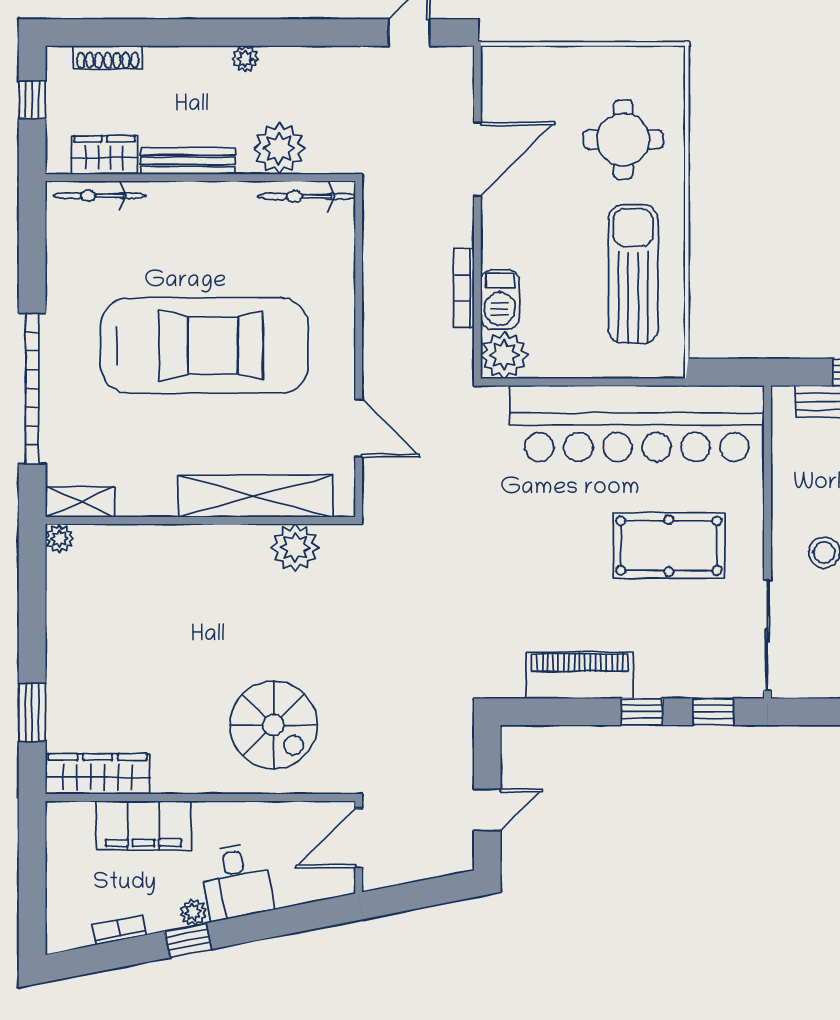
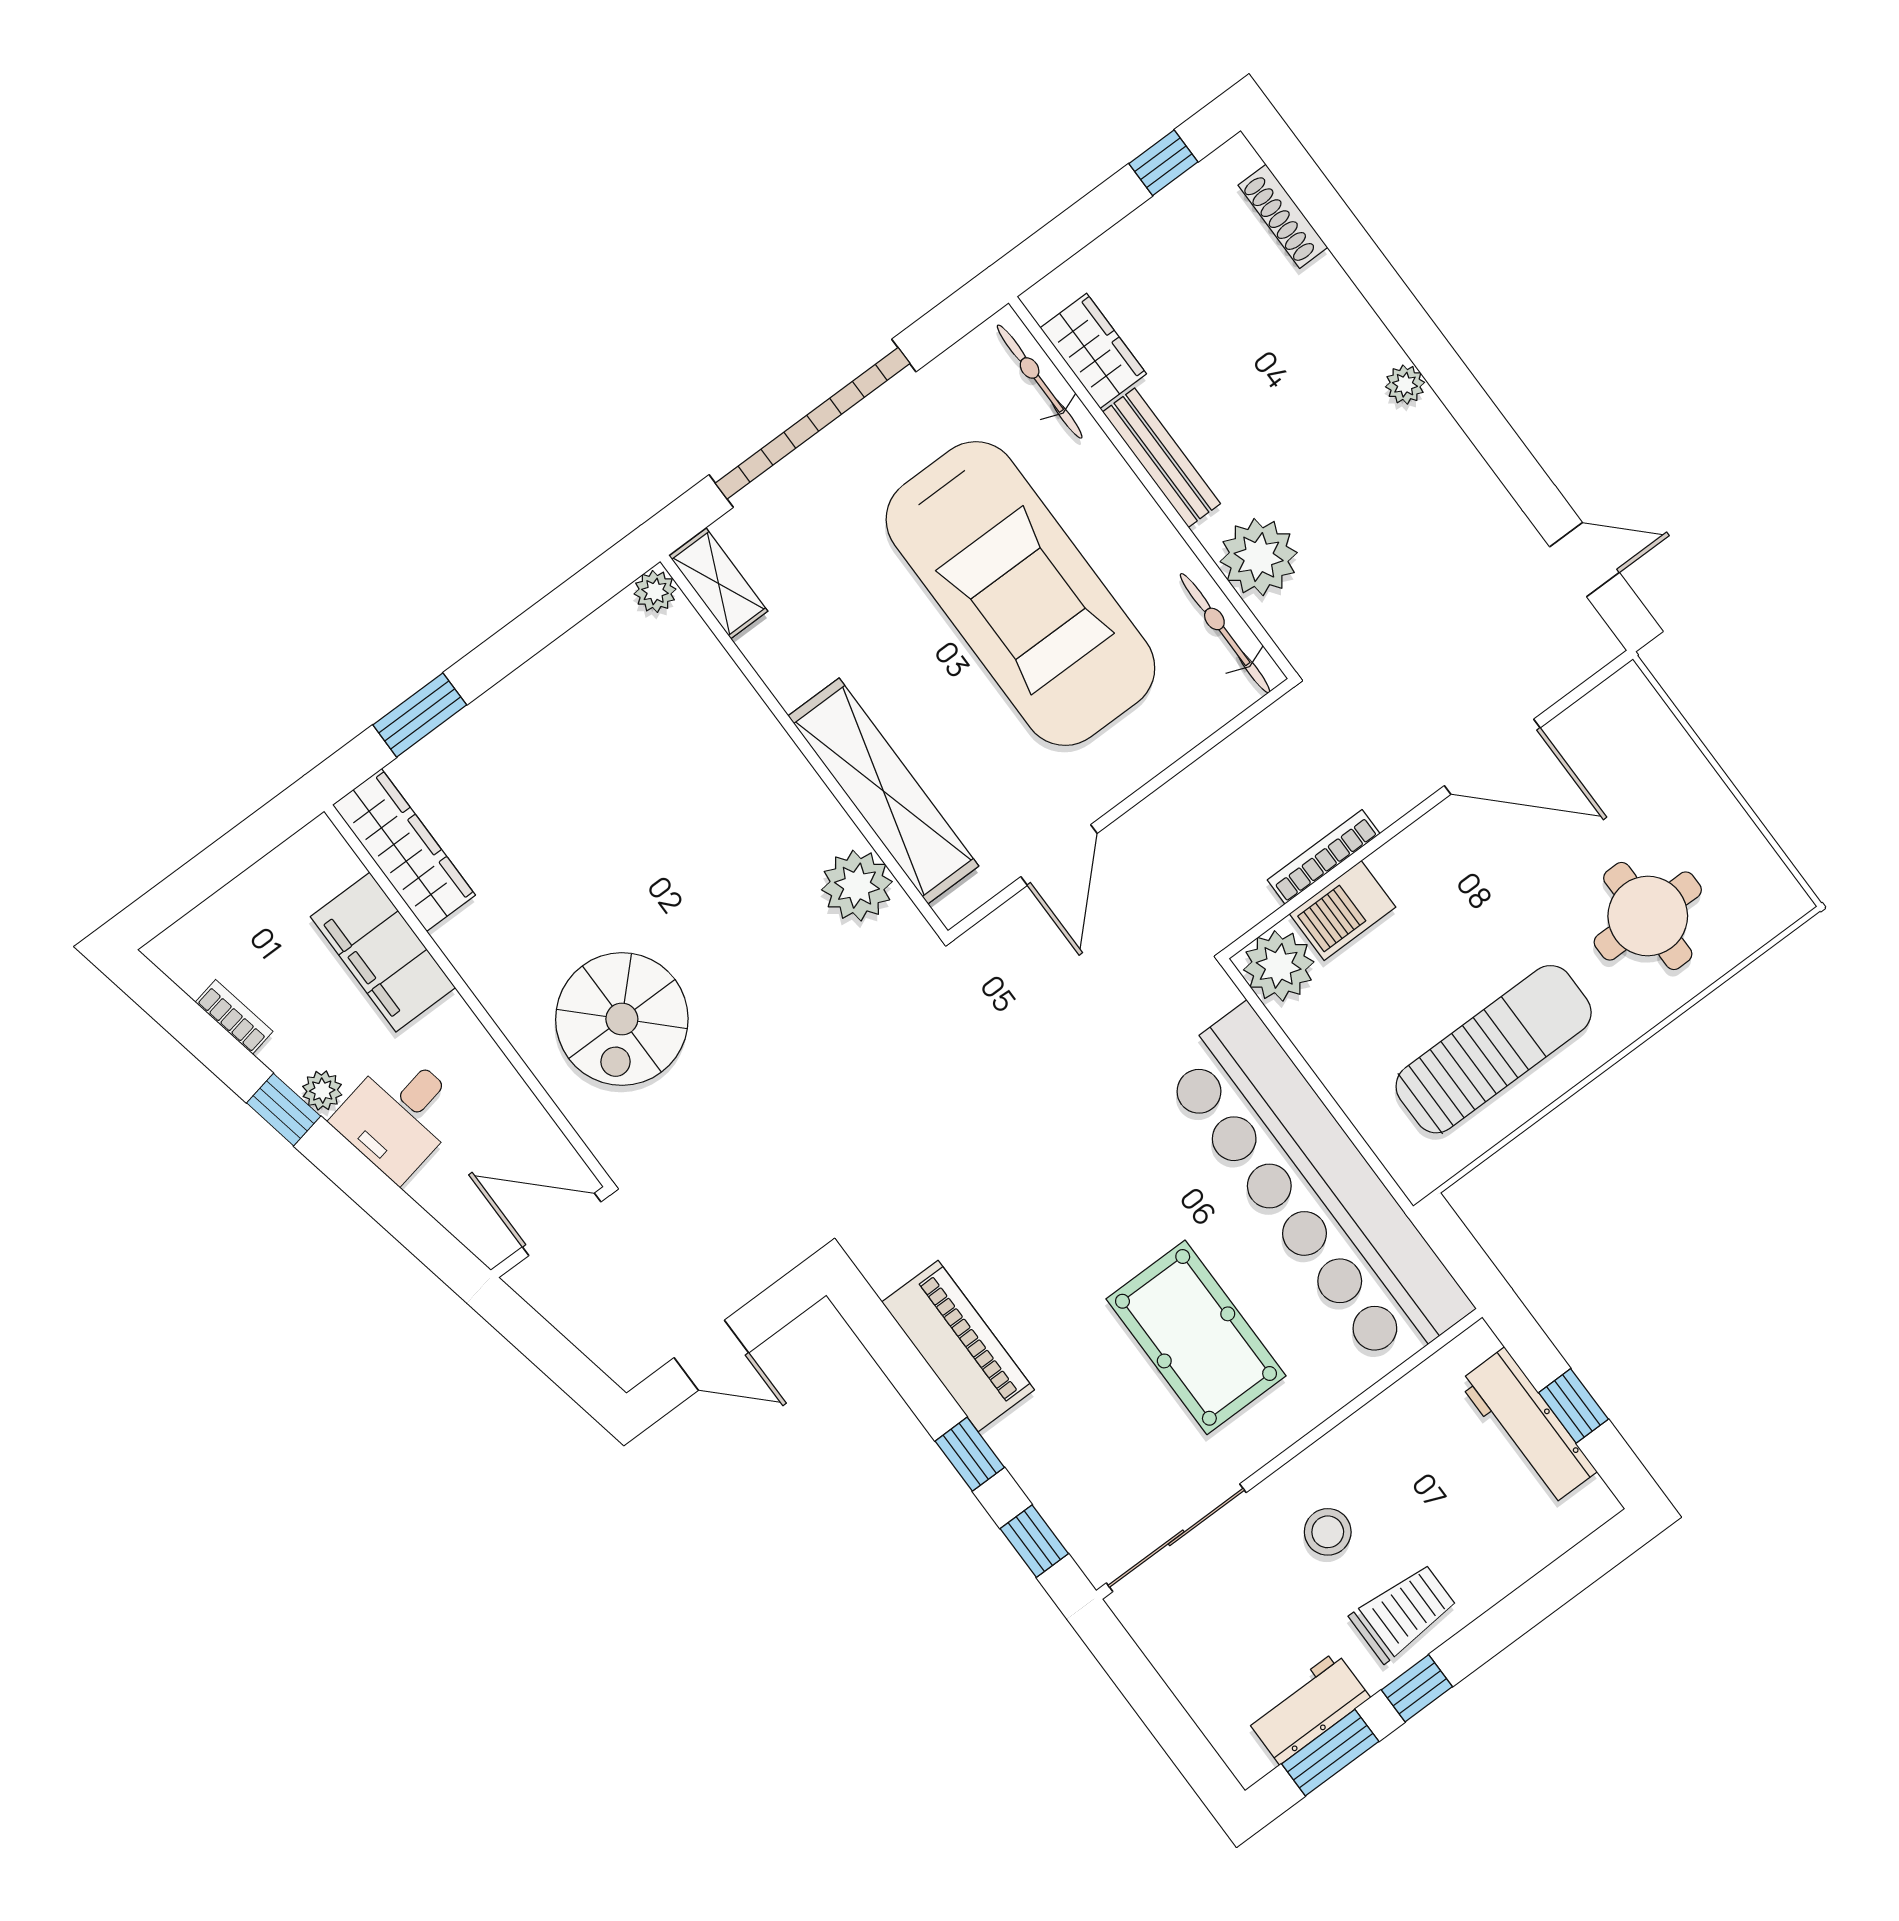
plant: (279, 148) -> (1259, 557), moved
wardrobe: (104, 155) -> (1093, 351), moved
bench: (188, 161) -> (1161, 458), moved
wall: (200, 178) -> (1152, 488), moved
bicycle: (100, 196) -> (1040, 382), moved
bicycle: (306, 196) -> (1225, 633), moved

